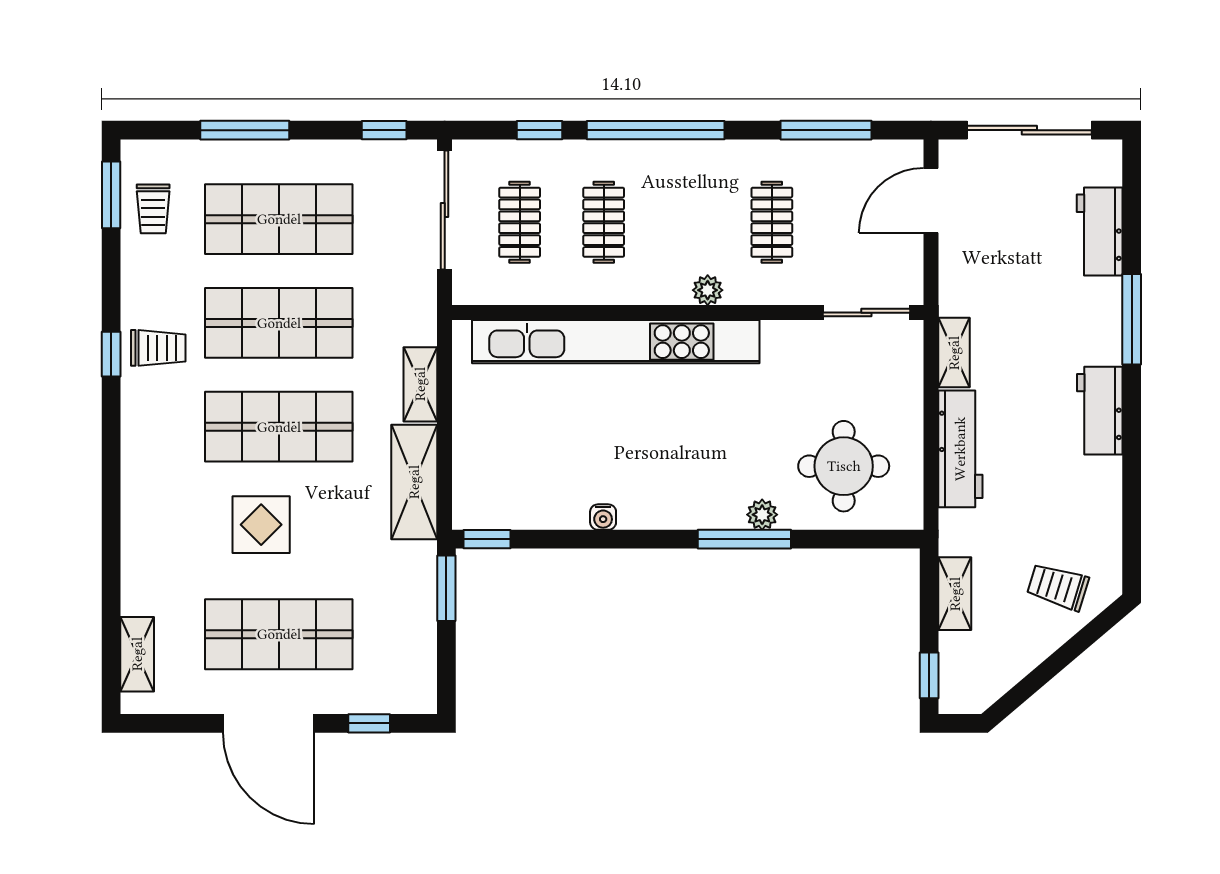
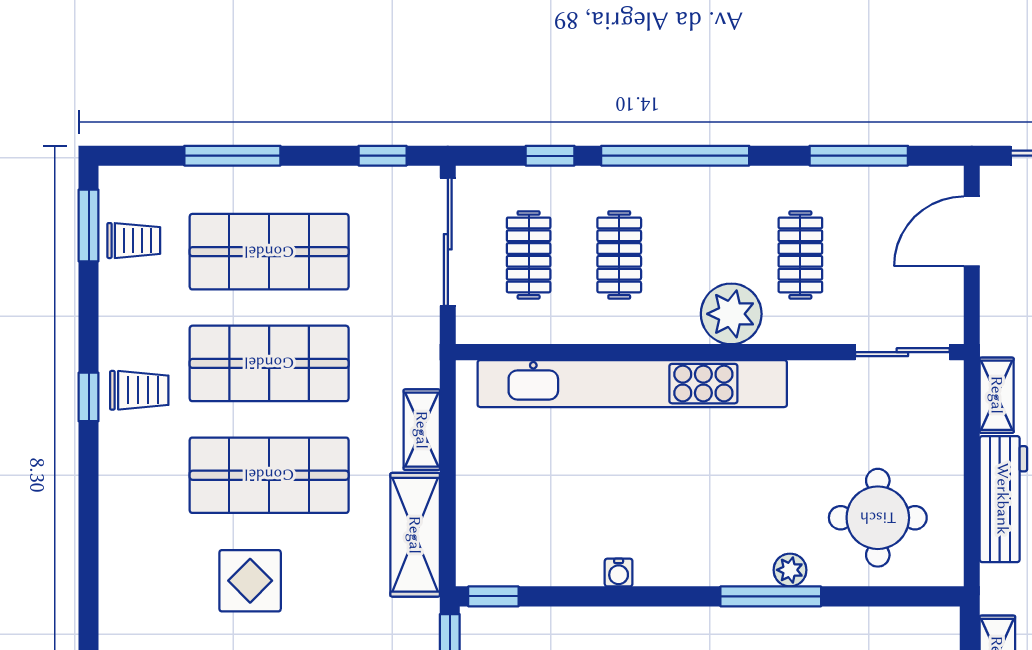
trolley: (153, 209) -> (134, 241), turned -90
plant: (708, 290) -> (731, 314), width x1.88, depth x1.88

